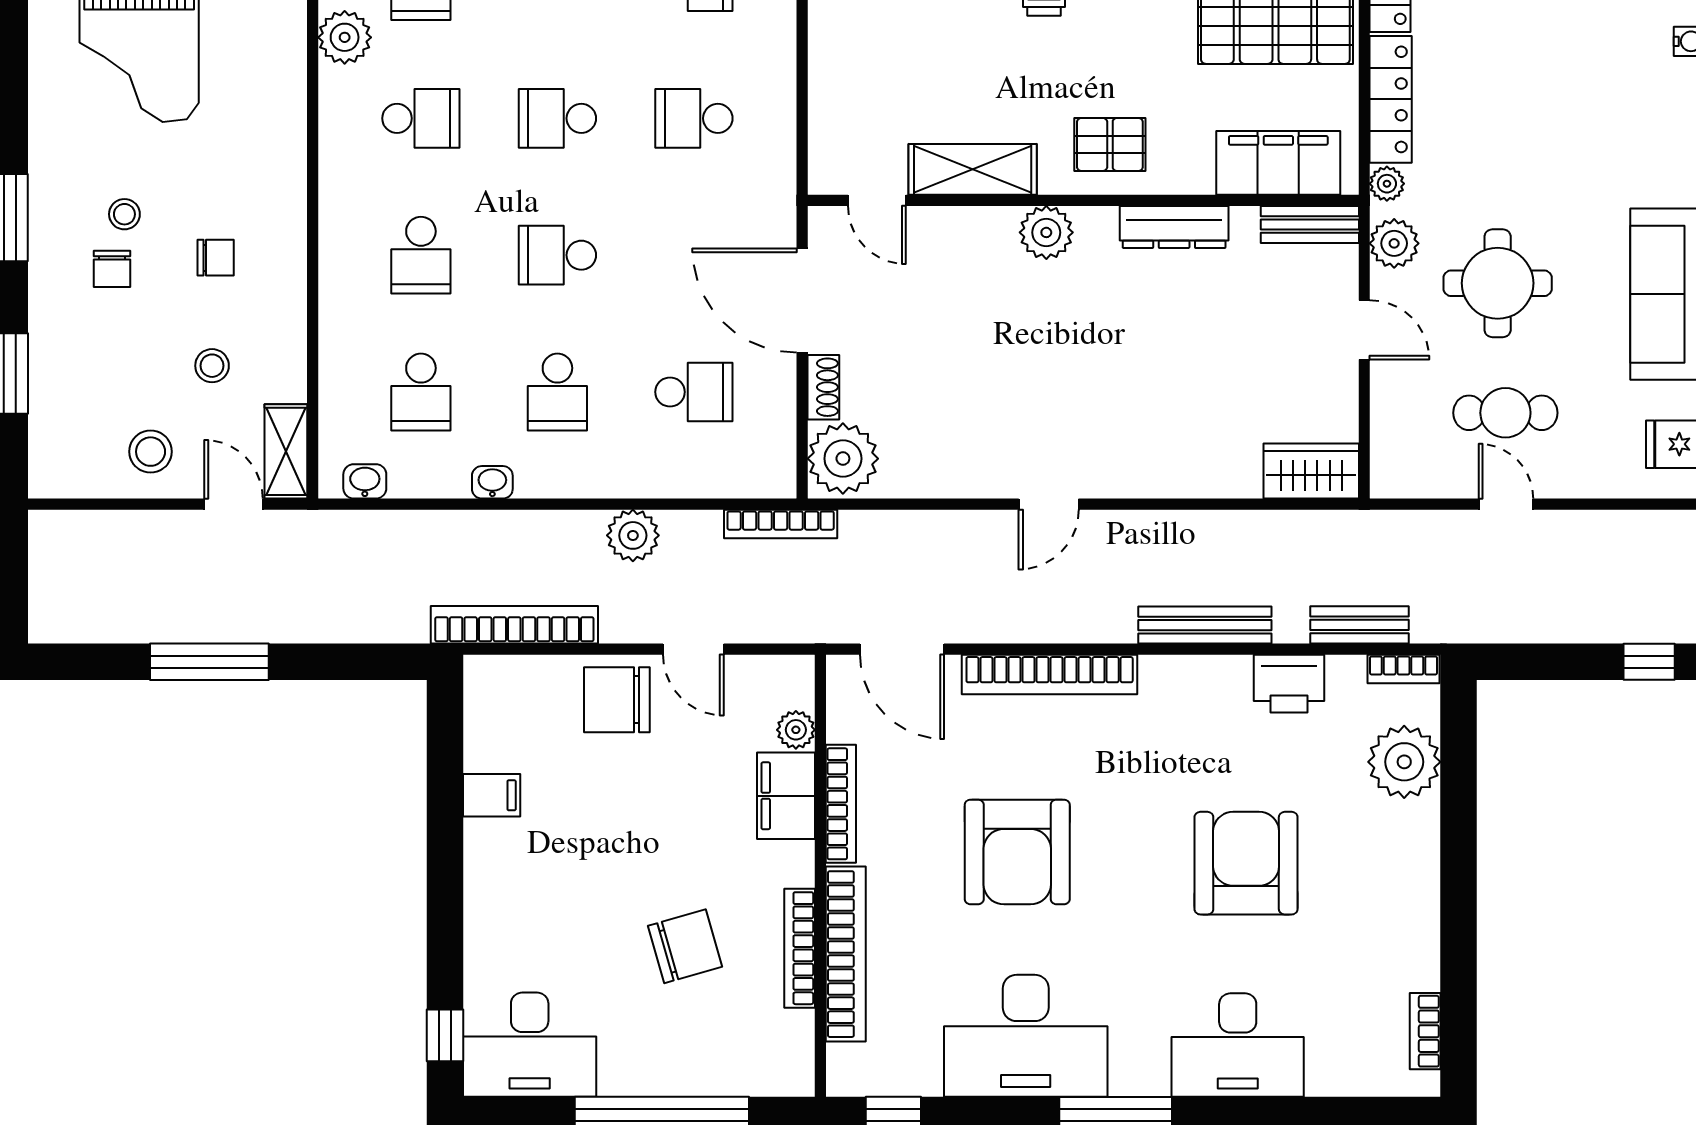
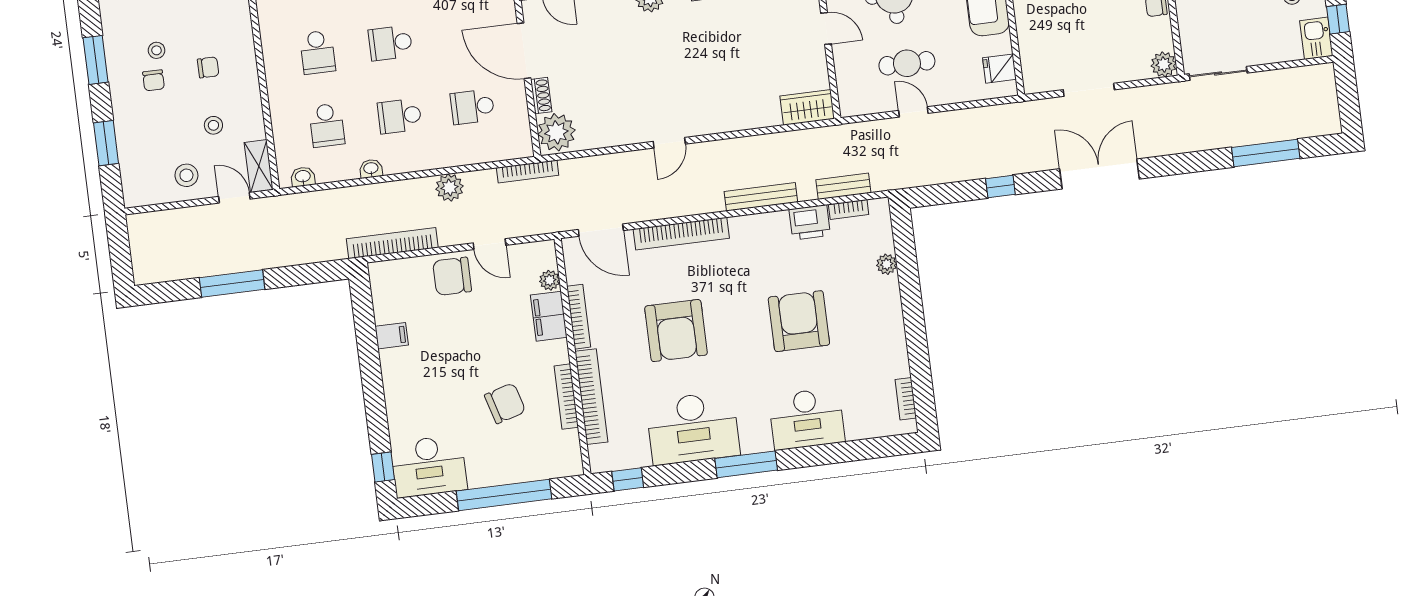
school desk: (557, 392) -> (400, 116), turned 90
school desk: (694, 392) -> (472, 107), turned 180
bookcase: (1403, 669) -> (849, 209), moved
plant: (1404, 762) -> (887, 264), width x0.53, depth x0.53

